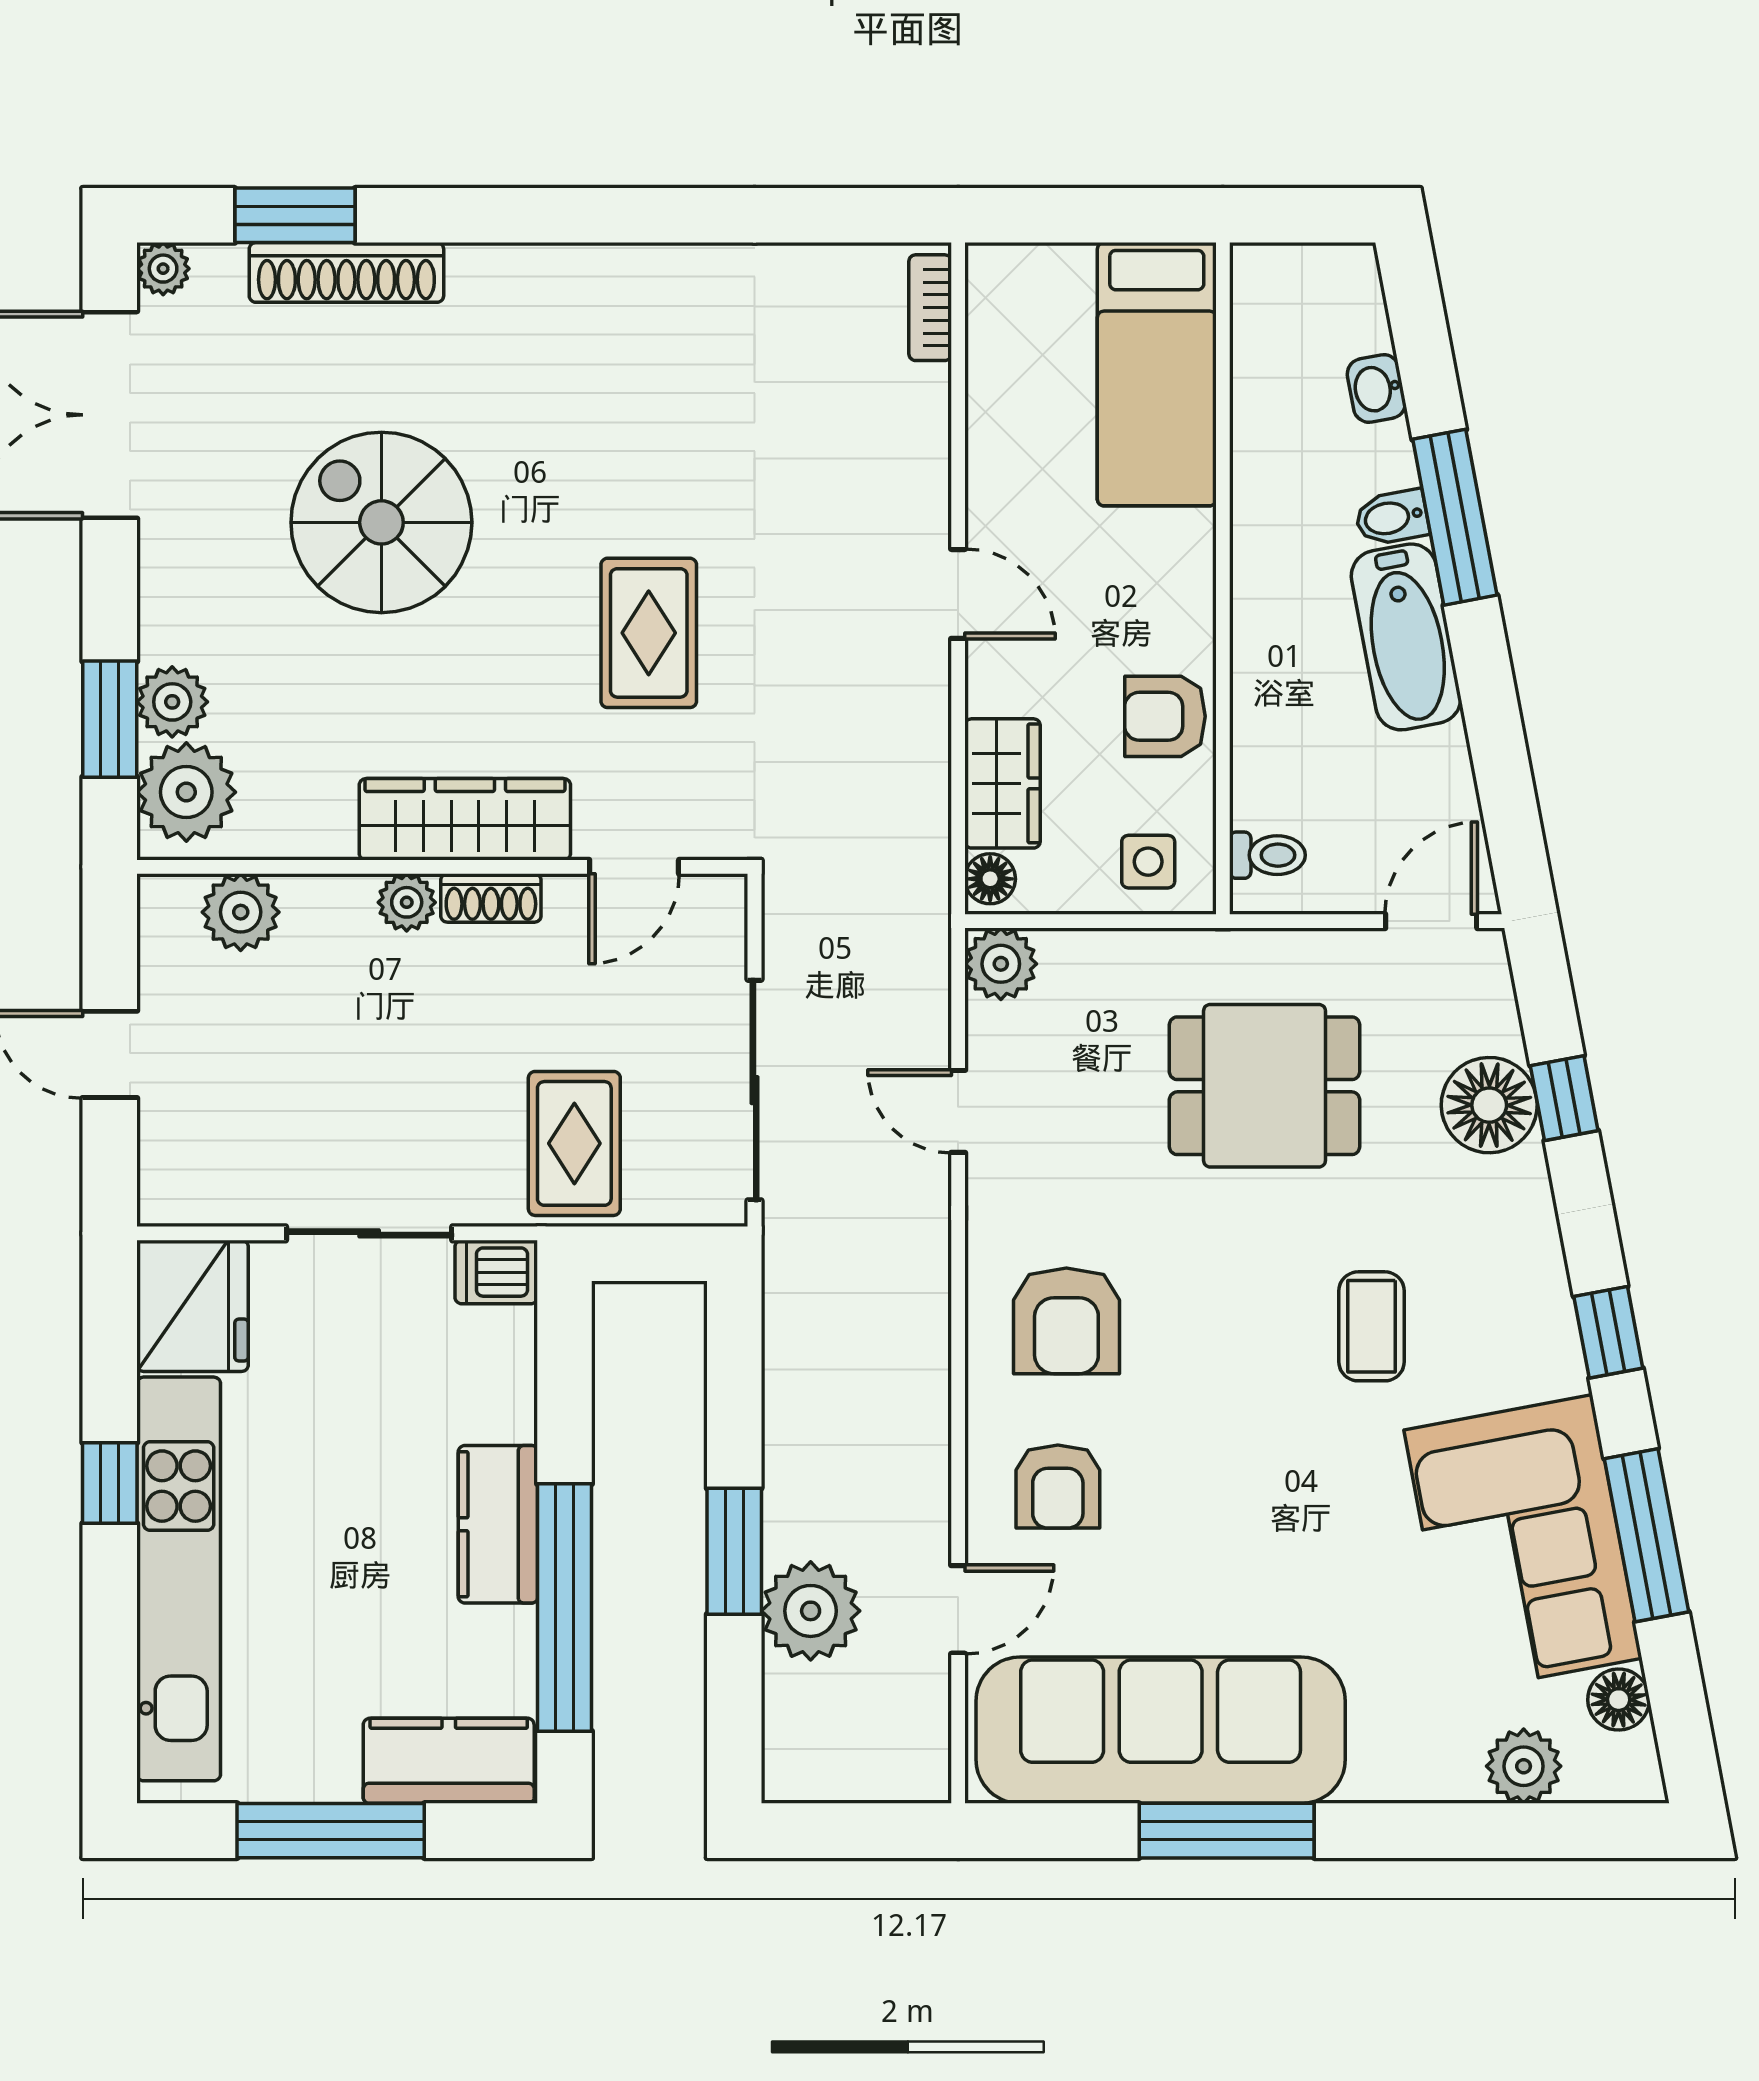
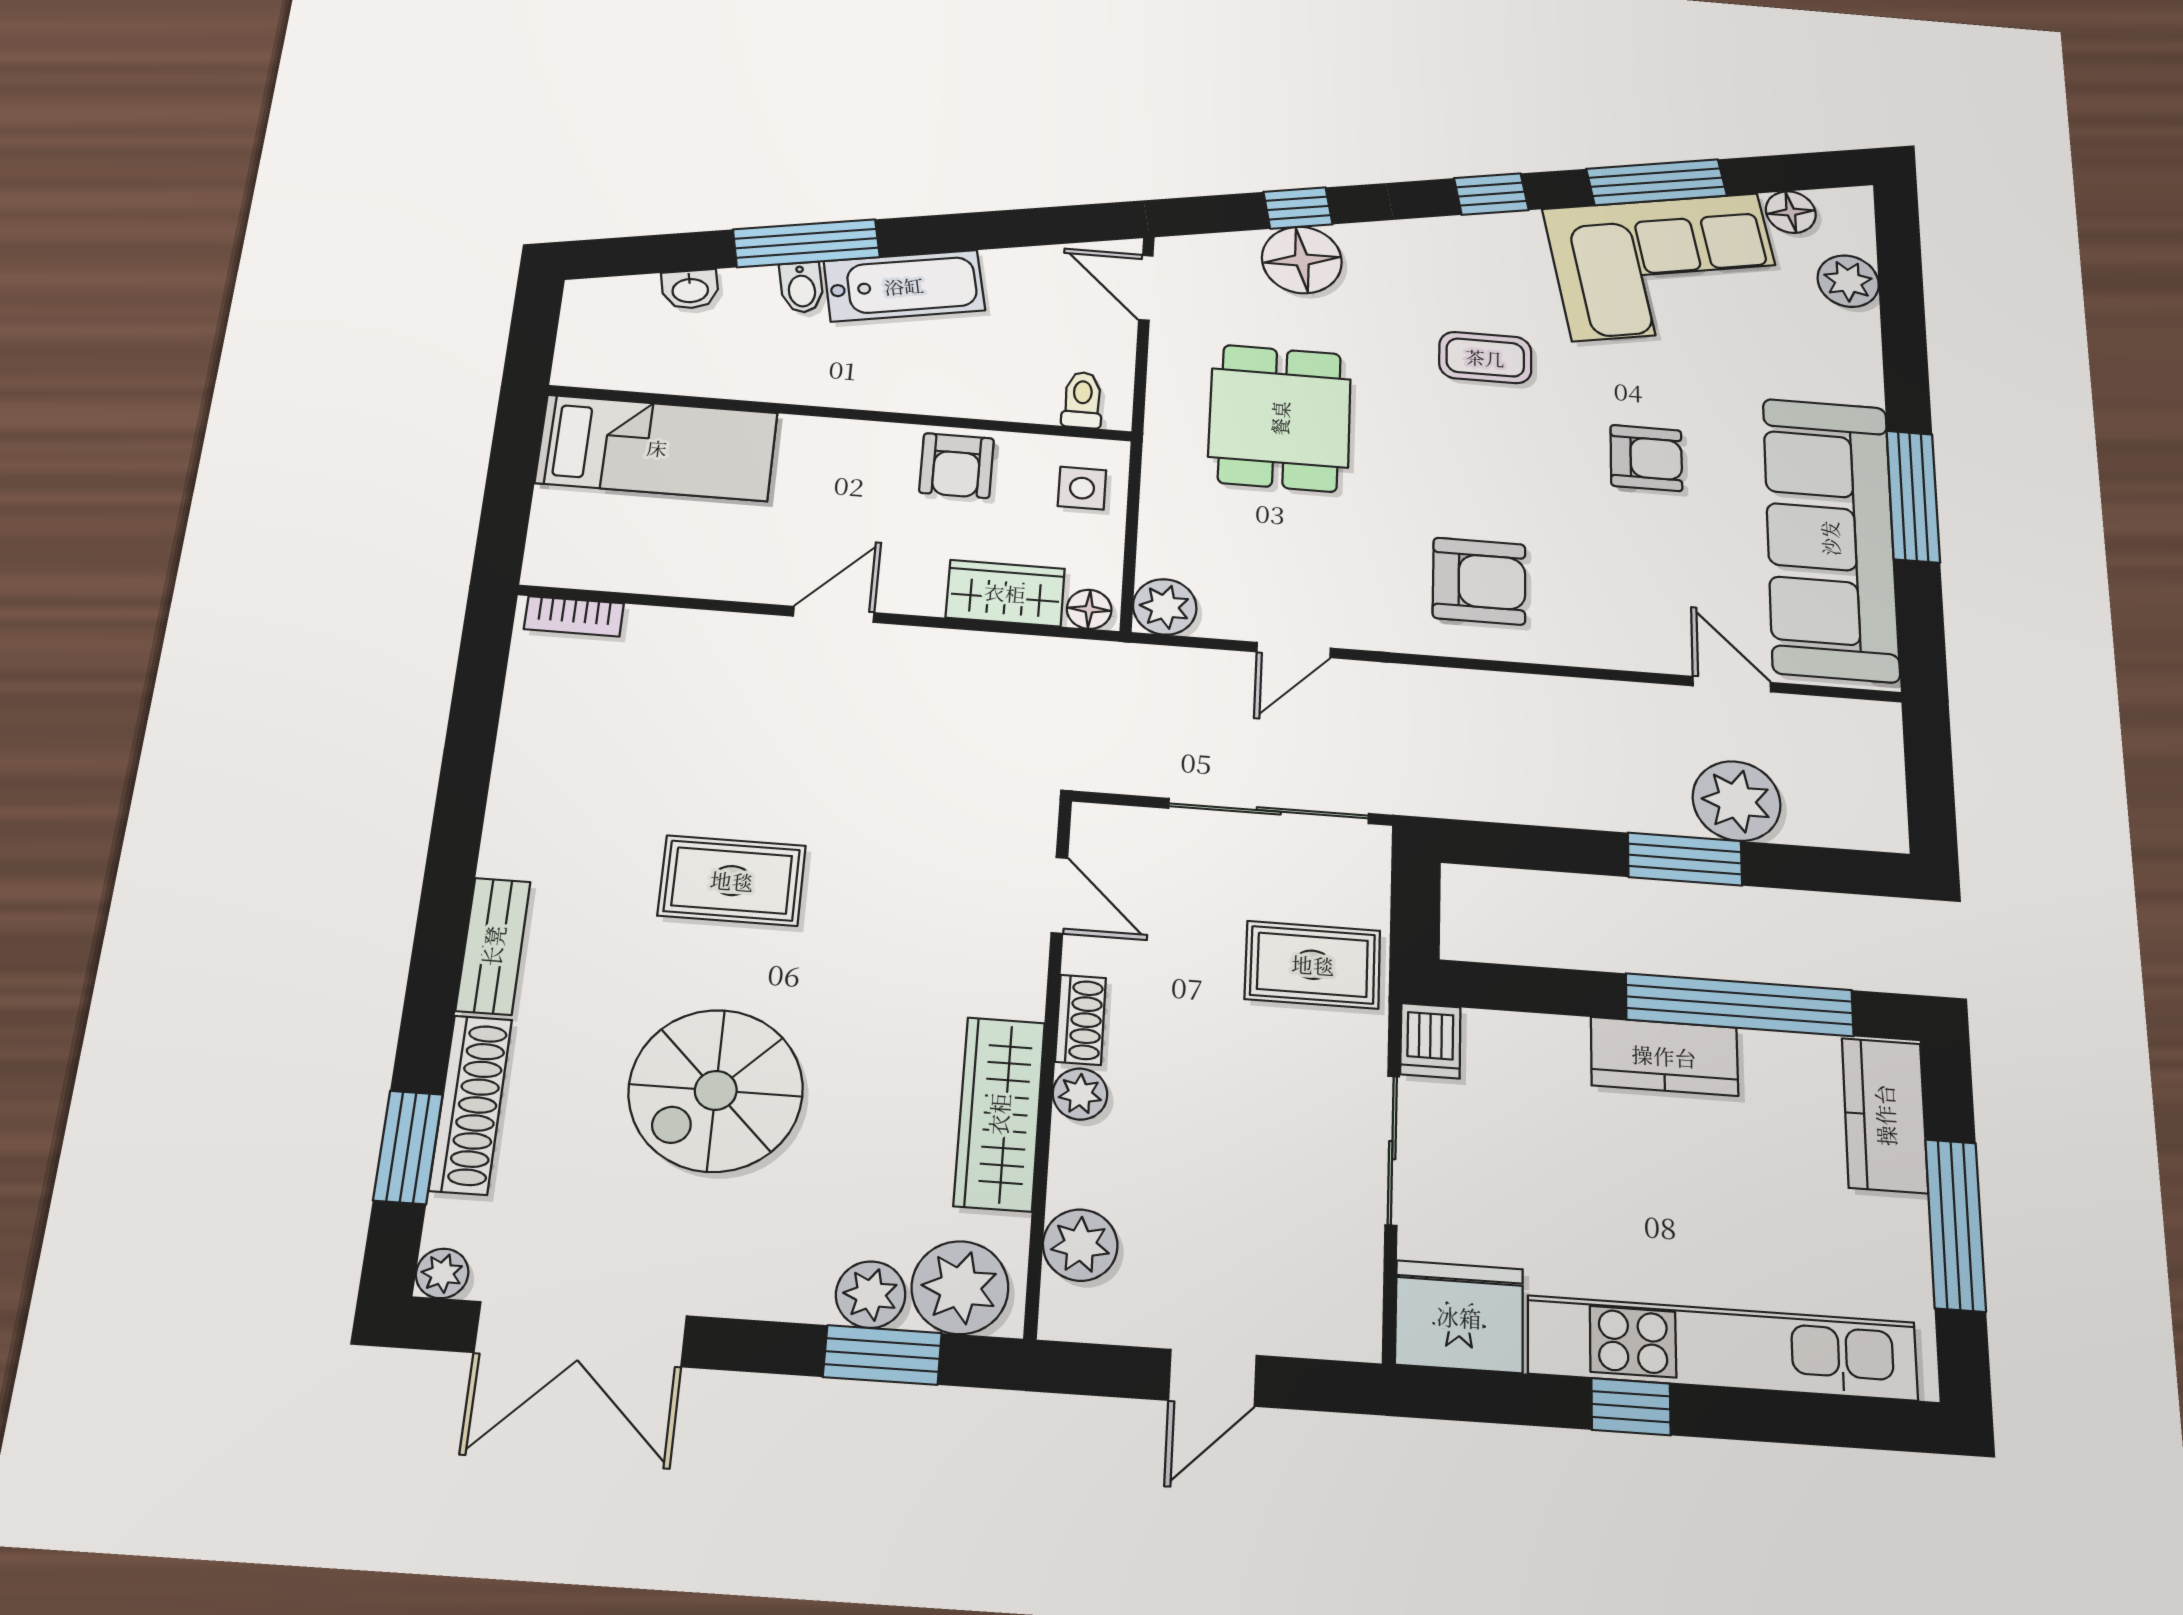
bench: (526, 272) -> (493, 946), added
rug: (649, 633) -> (732, 881), moved
wardrobe: (465, 819) -> (999, 1114), moved
armchair: (1058, 1486) -> (1646, 458), moved

